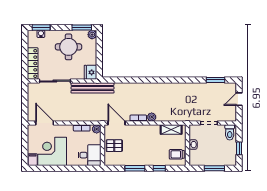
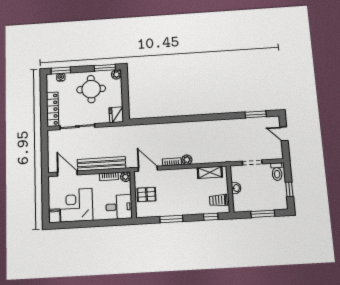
bench: (92, 88) -> (101, 164), moved
door: (239, 99) -> (284, 134), hinge flipped
window: (159, 168) -> (211, 217), moved

